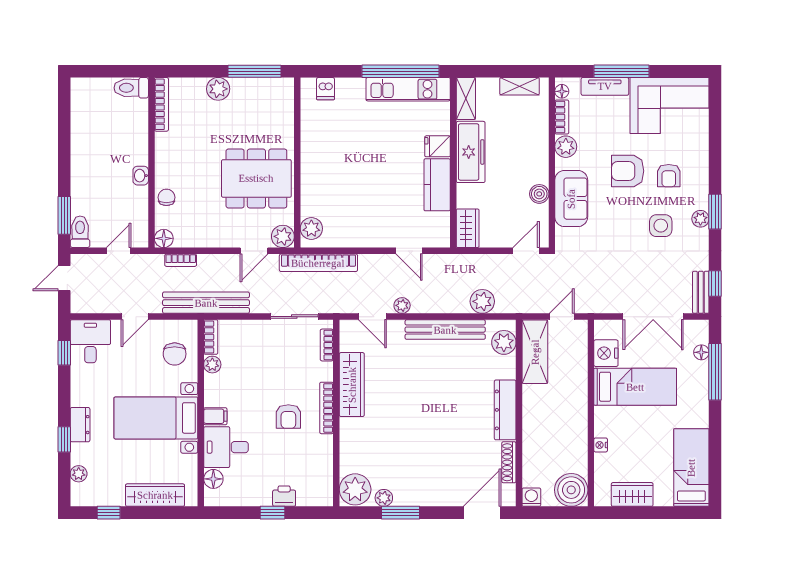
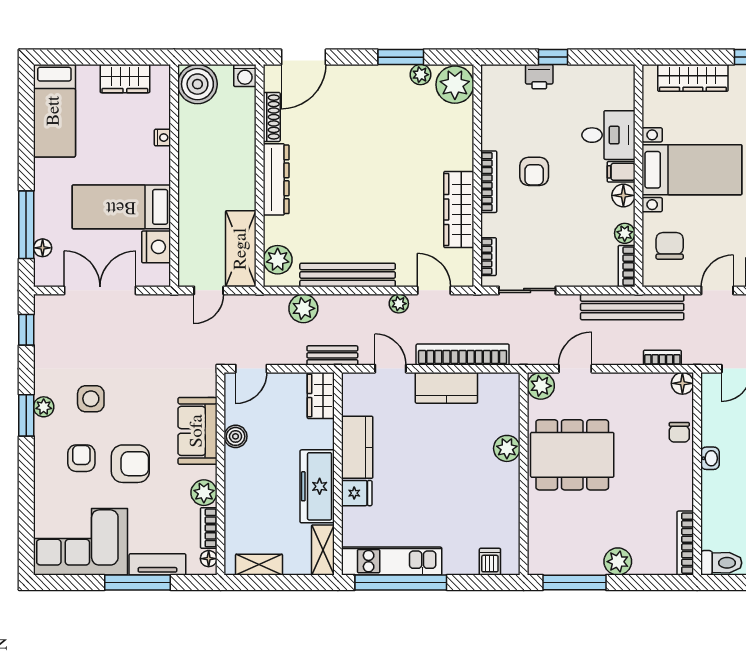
plant: (311, 229) -> (507, 448), moved
kitchen counter: (362, 235) -> (446, 388), added
bookcase: (318, 263) -> (463, 354), moved
bench: (701, 292) -> (332, 355), moved, turned 90
armchair: (288, 417) -> (534, 171), turned 180
floor lamp: (213, 479) -> (623, 195), moved

